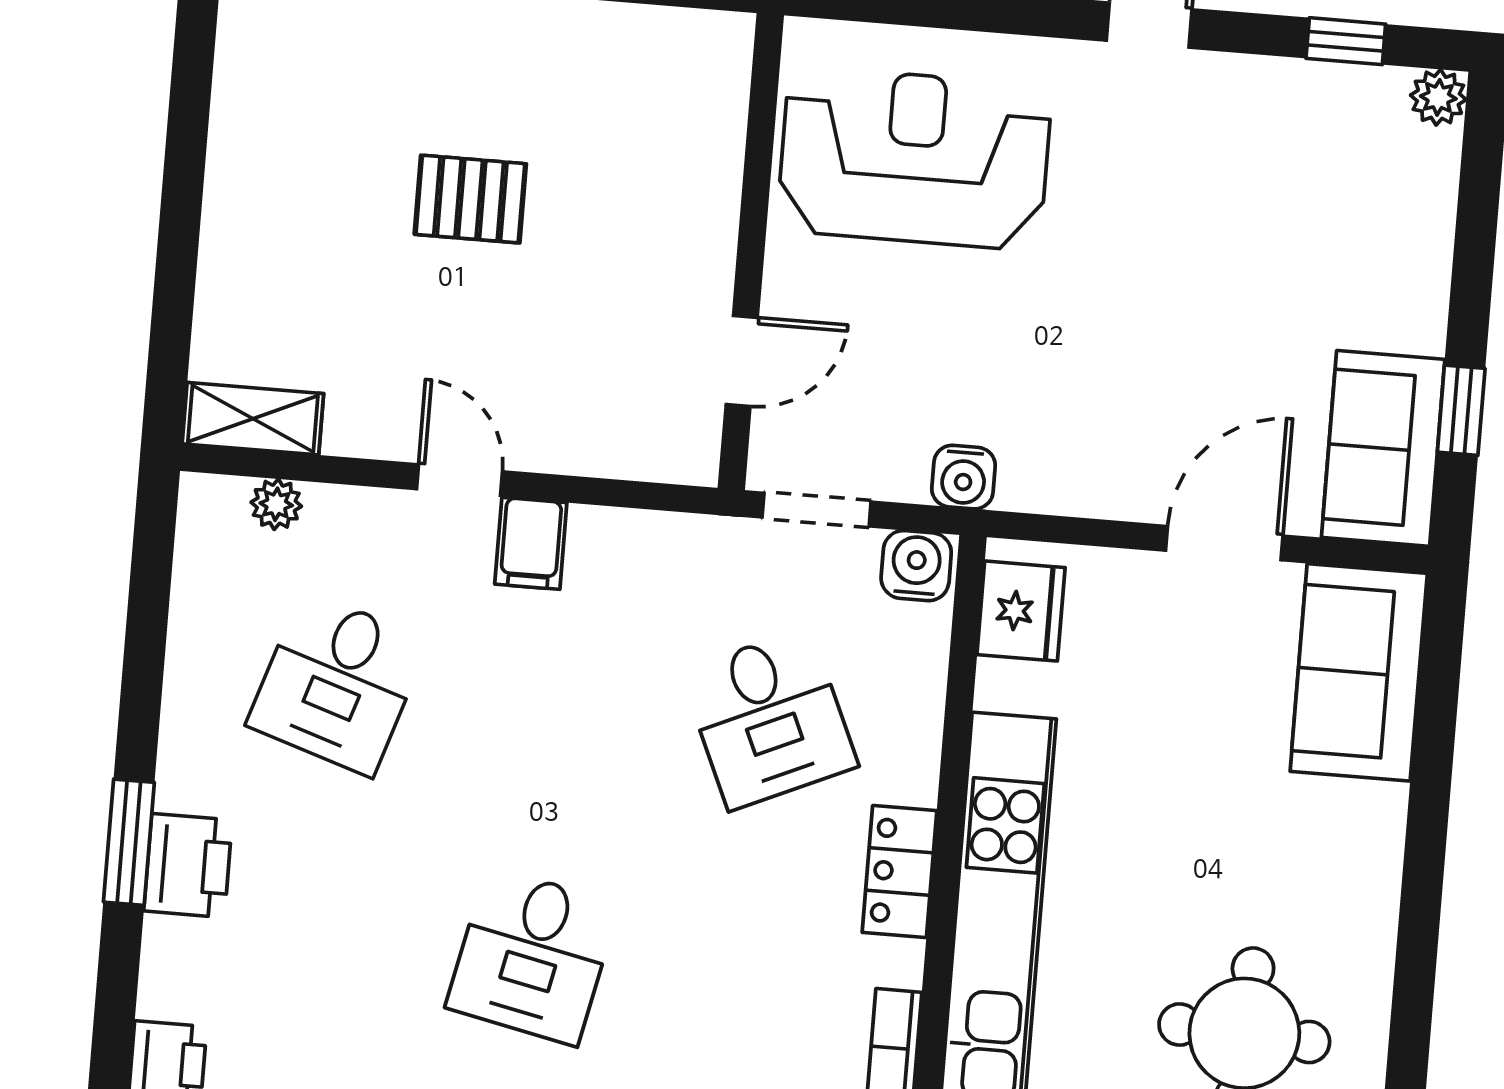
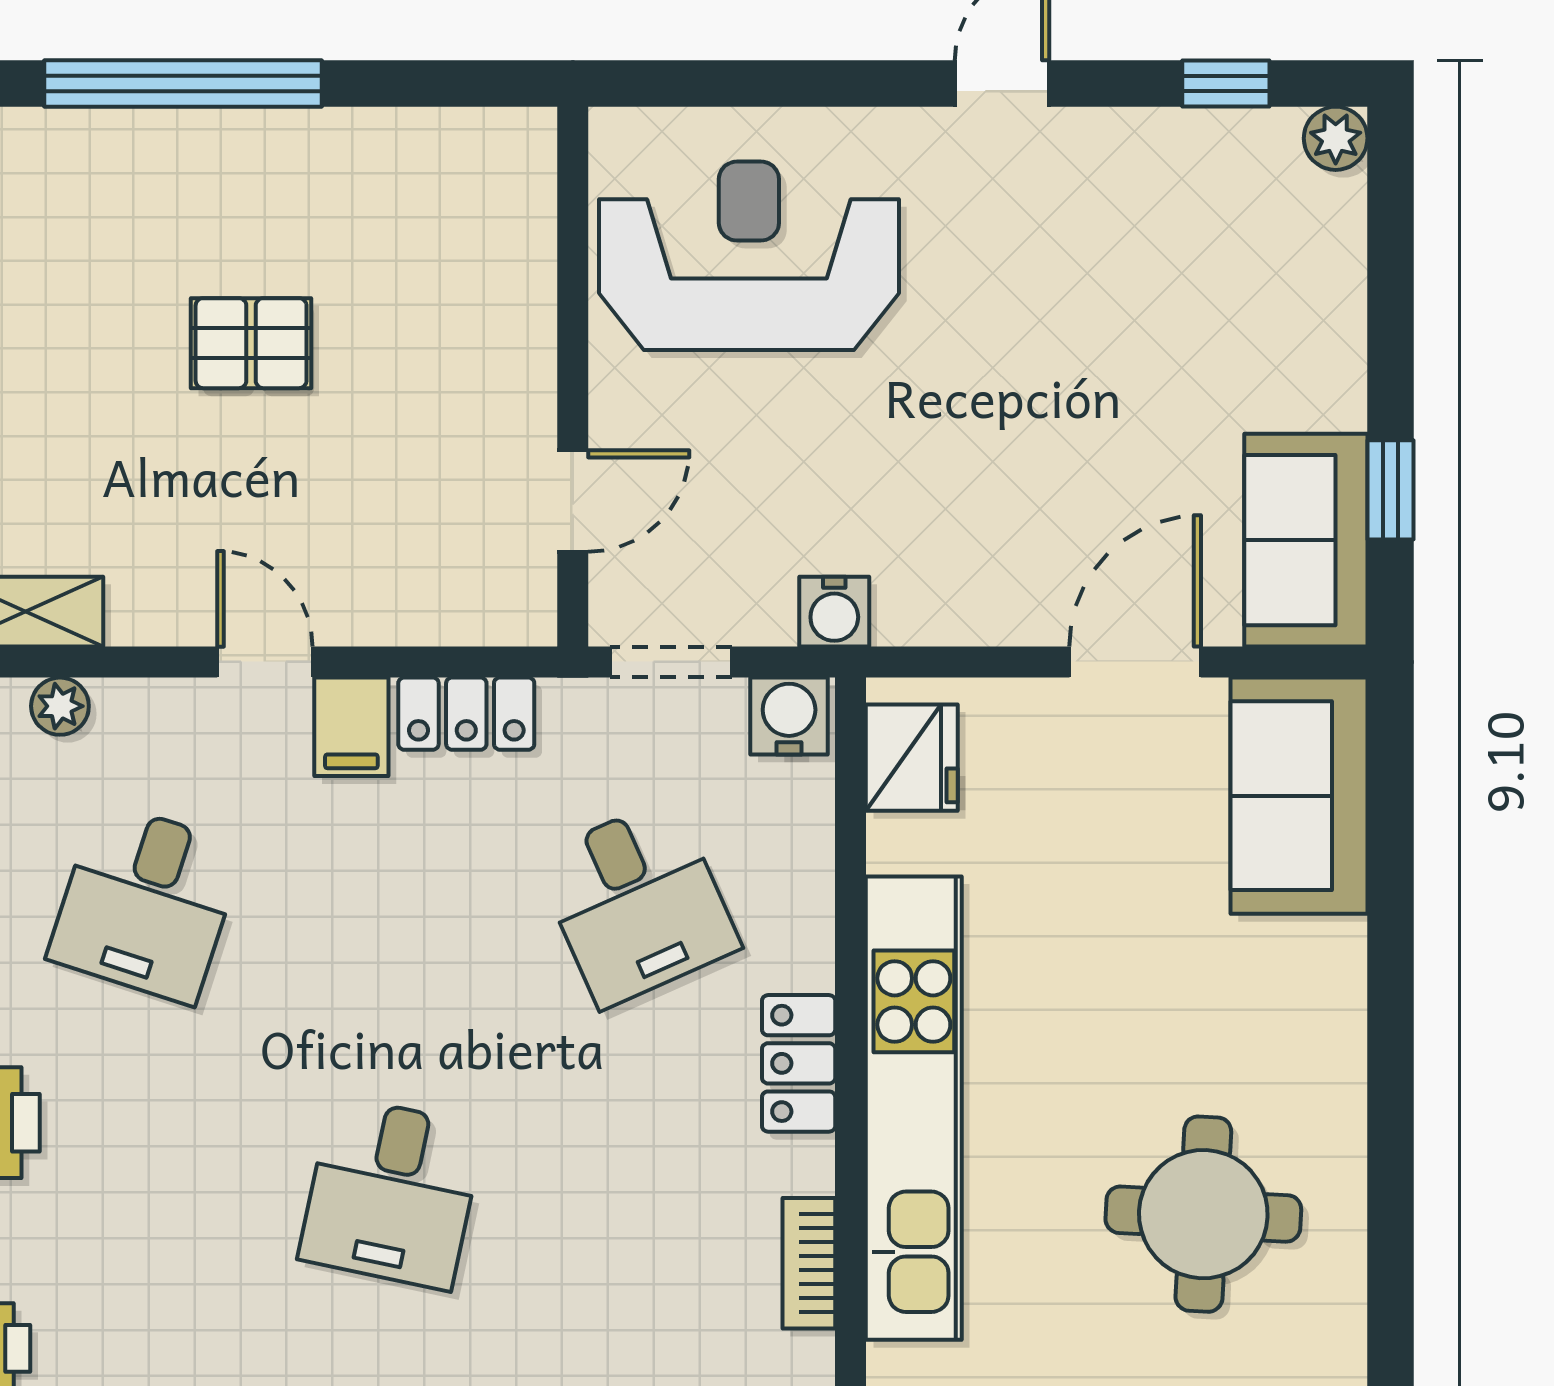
locker: (633, 540) -> (466, 714), added

